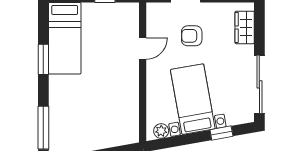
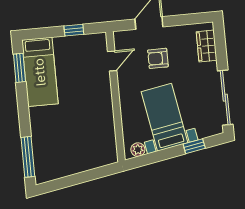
door: (143, 49) -> (112, 61), moved
window: (43, 59) -> (20, 68), moved

